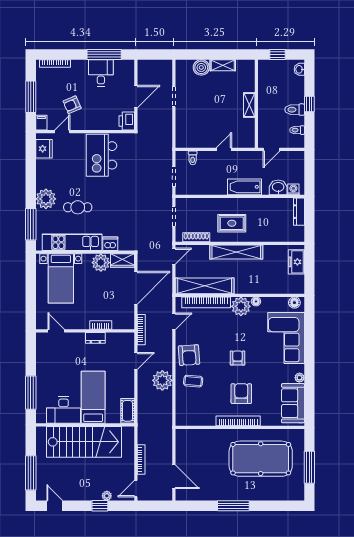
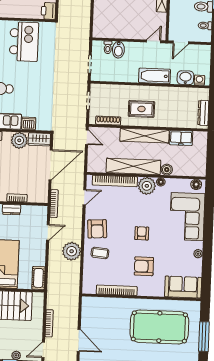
door: (224, 149) -> (154, 41), moved
kitchen island: (102, 155) -> (24, 42), turned 180
bidet: (204, 160) -> (118, 50), added
dresser: (299, 212) -> (203, 113), moved
door: (174, 256) -> (87, 137), hinge flipped
freezer: (296, 262) -> (181, 138), moved, turned -90
shelving: (205, 286) -> (133, 166), moved
boiler: (262, 288) -> (167, 170), added
armchair: (241, 394) -> (144, 266), turned -90
sofa: (293, 403) -> (183, 287), moved, turned 90
bookcase: (238, 421) -> (117, 290), moved

